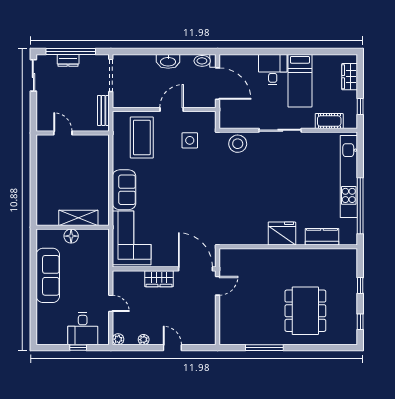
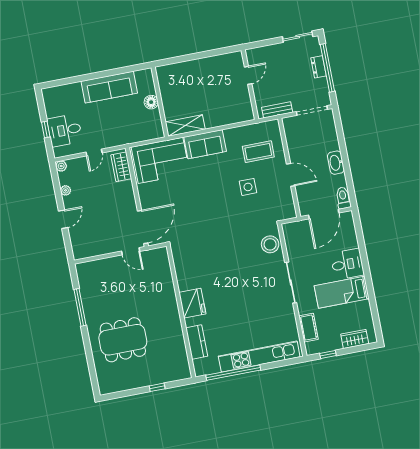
coffee table: (142, 137) -> (258, 152), width x0.73, depth x0.76
side table: (190, 140) -> (248, 187), moved
shelving: (78, 218) -> (185, 126), moved, turned 90
wardrobe: (159, 279) -> (121, 167), moved
window: (360, 322) -> (122, 394), removed

